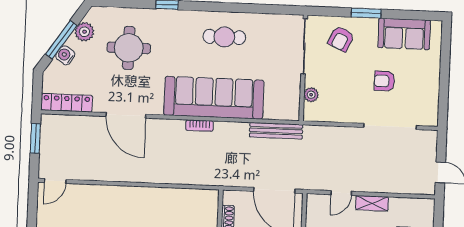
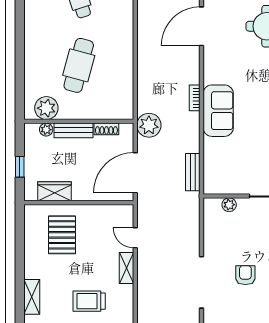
sofa: (214, 98) -> (218, 111), width x0.54, depth x0.79
bench: (276, 131) -> (193, 172), width x0.73
plant: (226, 174) -> (149, 125), added

